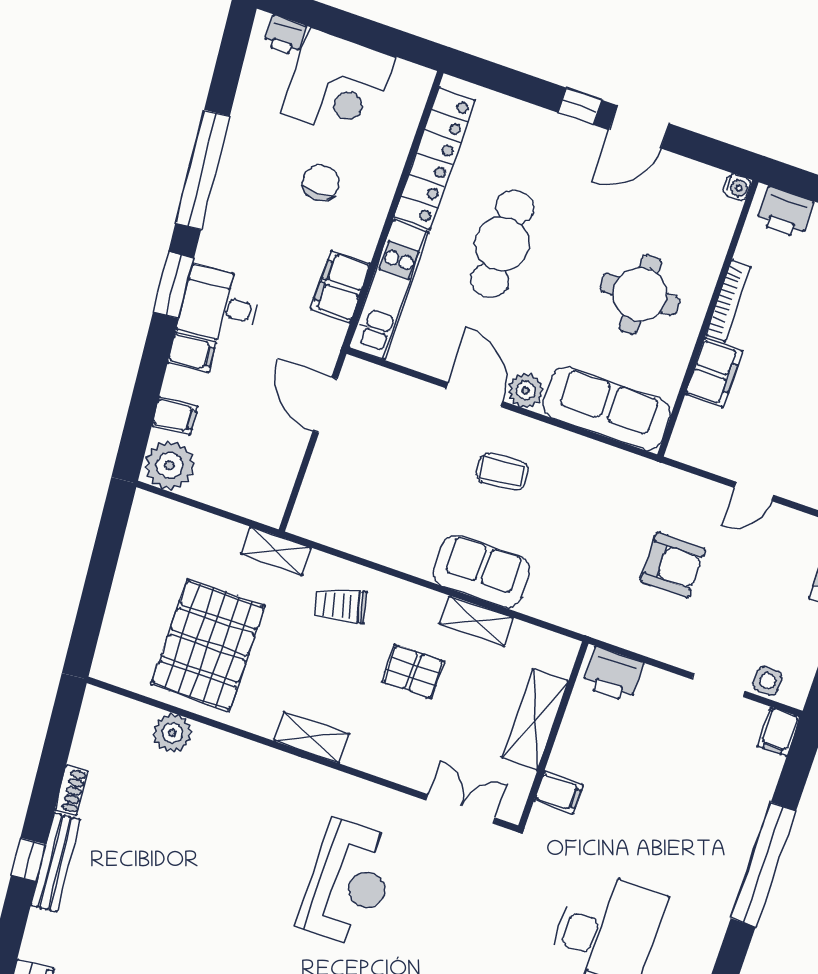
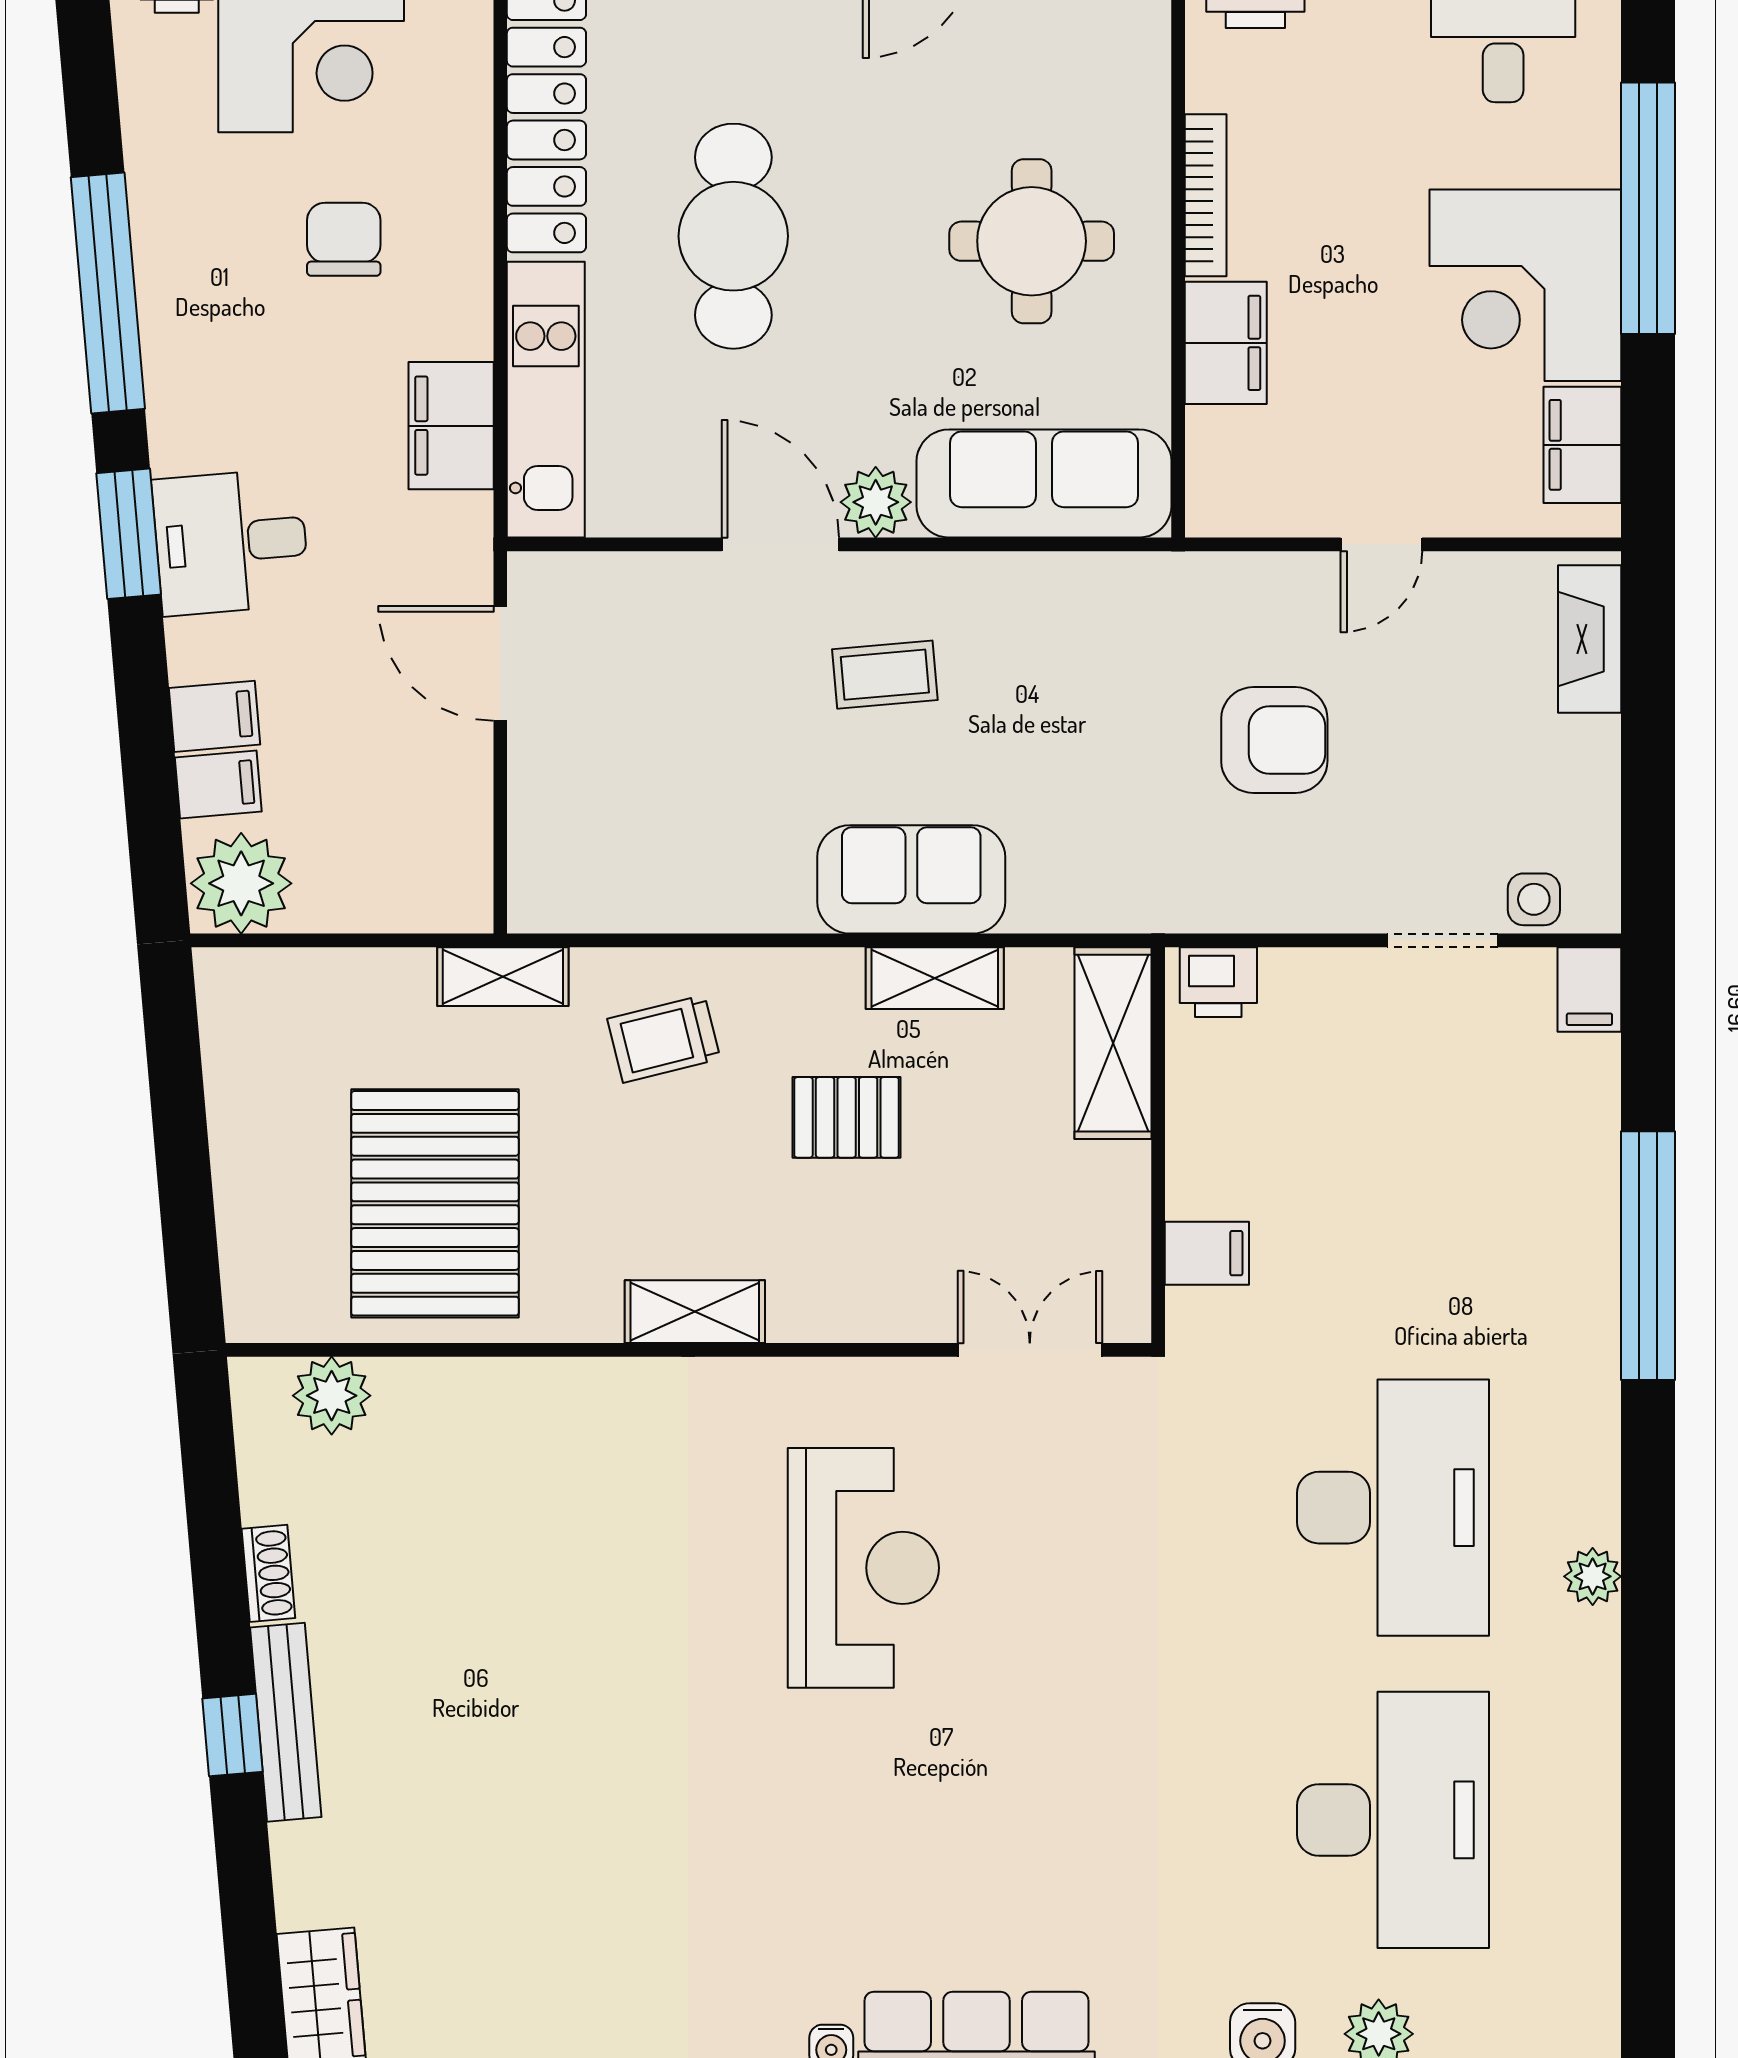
filing cabinet: (192, 352) -> (214, 716), moved
printer: (613, 675) -> (1218, 982), width x0.73, depth x0.81
shelving: (535, 720) -> (1113, 1043), moved
plant: (172, 733) -> (332, 1396), moved

